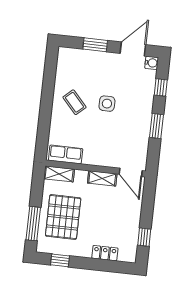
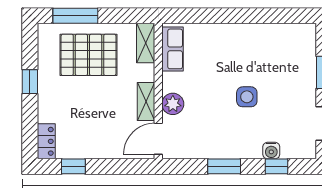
water cooler: (152, 63) -> (271, 151), moved
coffee table: (74, 102) -> (244, 53), removed
plant: (106, 159) -> (173, 104), added
locker: (105, 253) -> (46, 141), moved
window: (60, 260) -> (30, 82), moved

